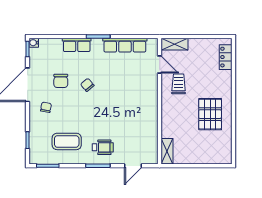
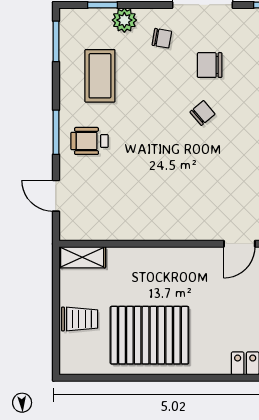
trolley: (179, 84) -> (80, 319), moved
pallet: (210, 114) -> (149, 335), width x1.37, depth x1.41
plant: (36, 128) -> (124, 20), added
wheelchair: (103, 147) -> (89, 141), turned 90

